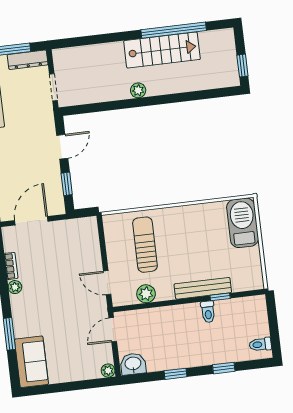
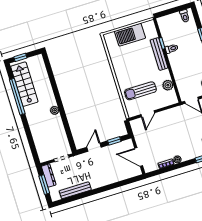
stairs: (162, 50) -> (24, 84), moved
window: (242, 66) -> (20, 57), moved
door: (62, 147) -> (94, 147), hinge flipped
barbecue: (243, 223) -> (130, 35), moved
door: (107, 283) -> (148, 114), moved

